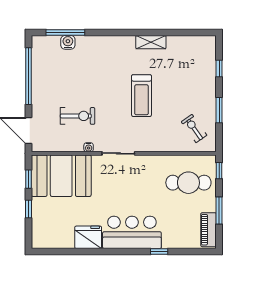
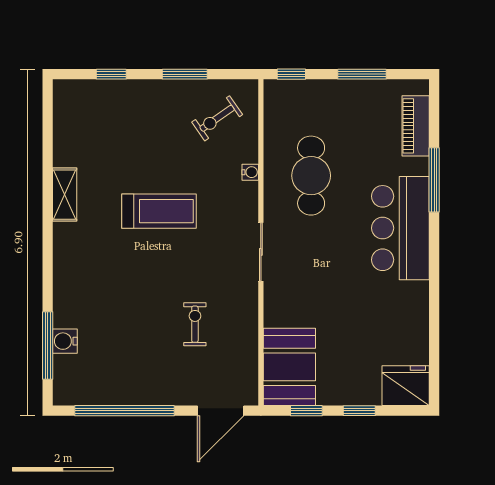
exercise bike: (77, 116) -> (195, 324), width x0.73, depth x0.72
water cooler: (89, 147) -> (250, 172), moved
booth: (61, 176) -> (289, 367), width x0.73, depth x0.70
cafe table: (188, 183) -> (311, 176), moved
piano: (209, 230) -> (416, 126), moved, turned 90
fridge: (88, 237) -> (406, 386), moved, turned 90
window: (159, 251) -> (434, 180), width x2.17

